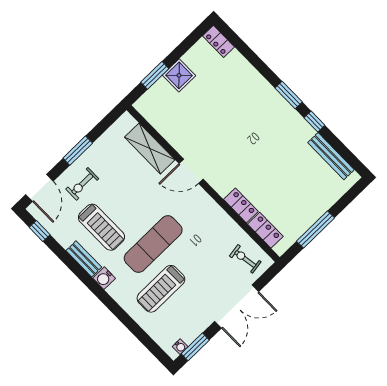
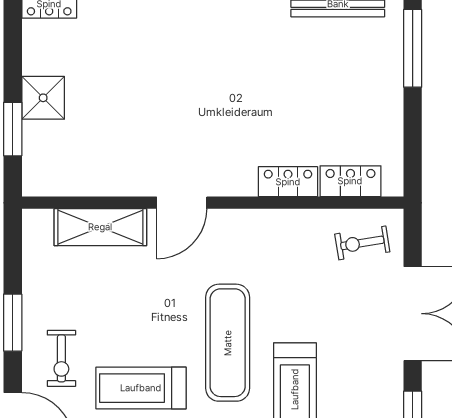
treadmill: (101, 227) -> (141, 388), turned 180
window: (316, 229) -> (413, 48), moved

